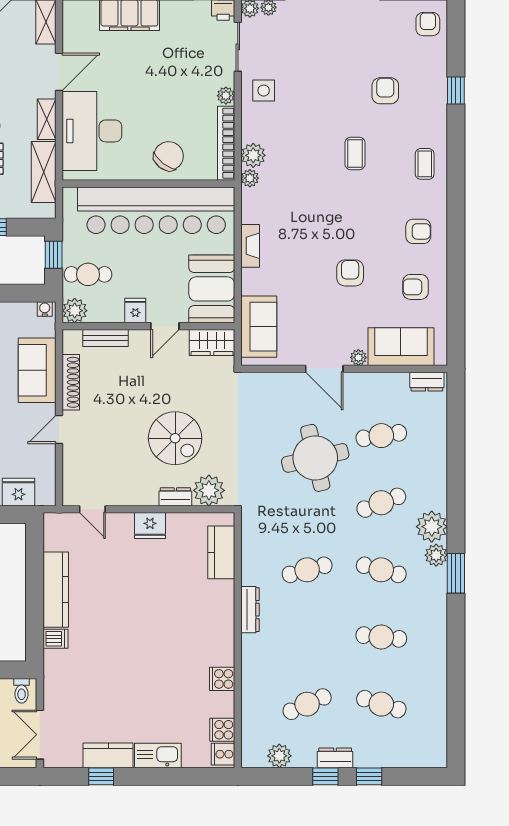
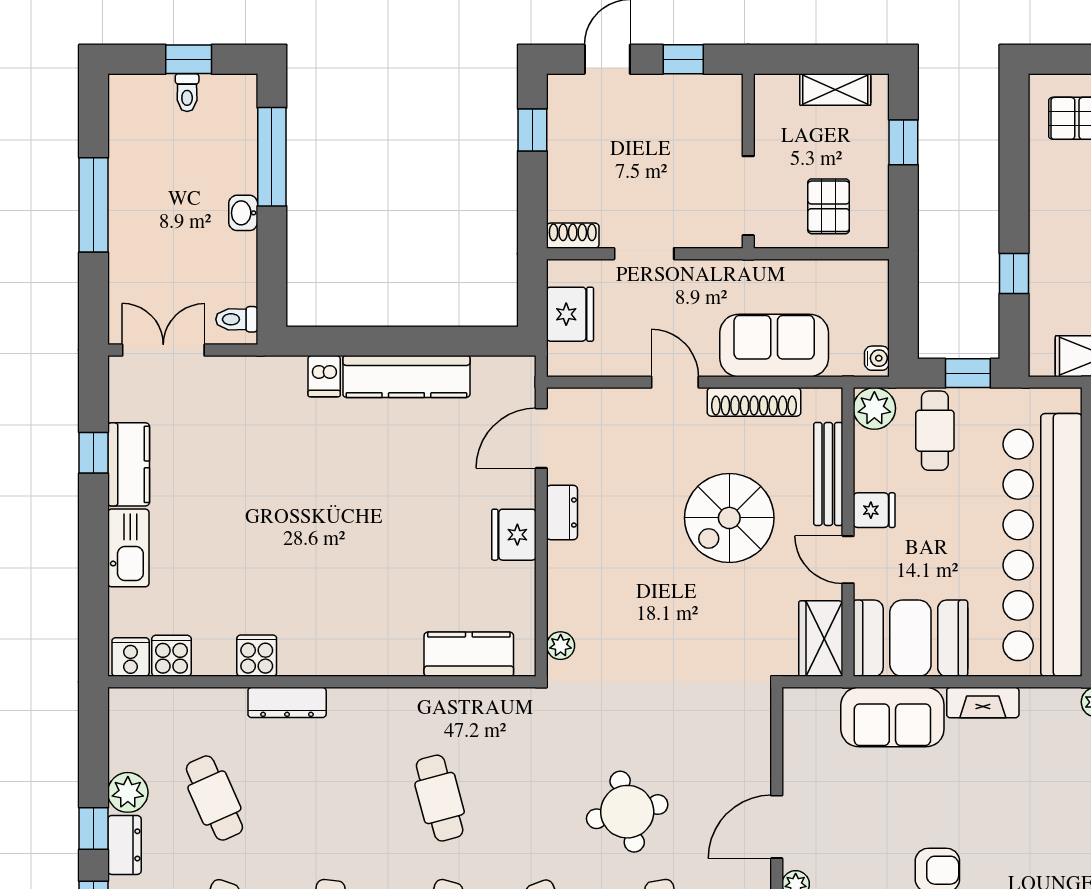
sofa: (259, 327) -> (892, 717), moved
bench: (106, 338) -> (828, 474), width x1.36
spiral stairs: (175, 438) -> (729, 518), moved
round table: (315, 458) -> (627, 812), width x0.73, depth x0.73
plant: (209, 490) -> (561, 646), width x0.53, depth x0.53
dresser: (175, 497) -> (562, 513), moved
door: (92, 509) -> (541, 438), width x1.37
dresser: (250, 610) -> (287, 702), moved
plant: (279, 756) -> (128, 792), moved

